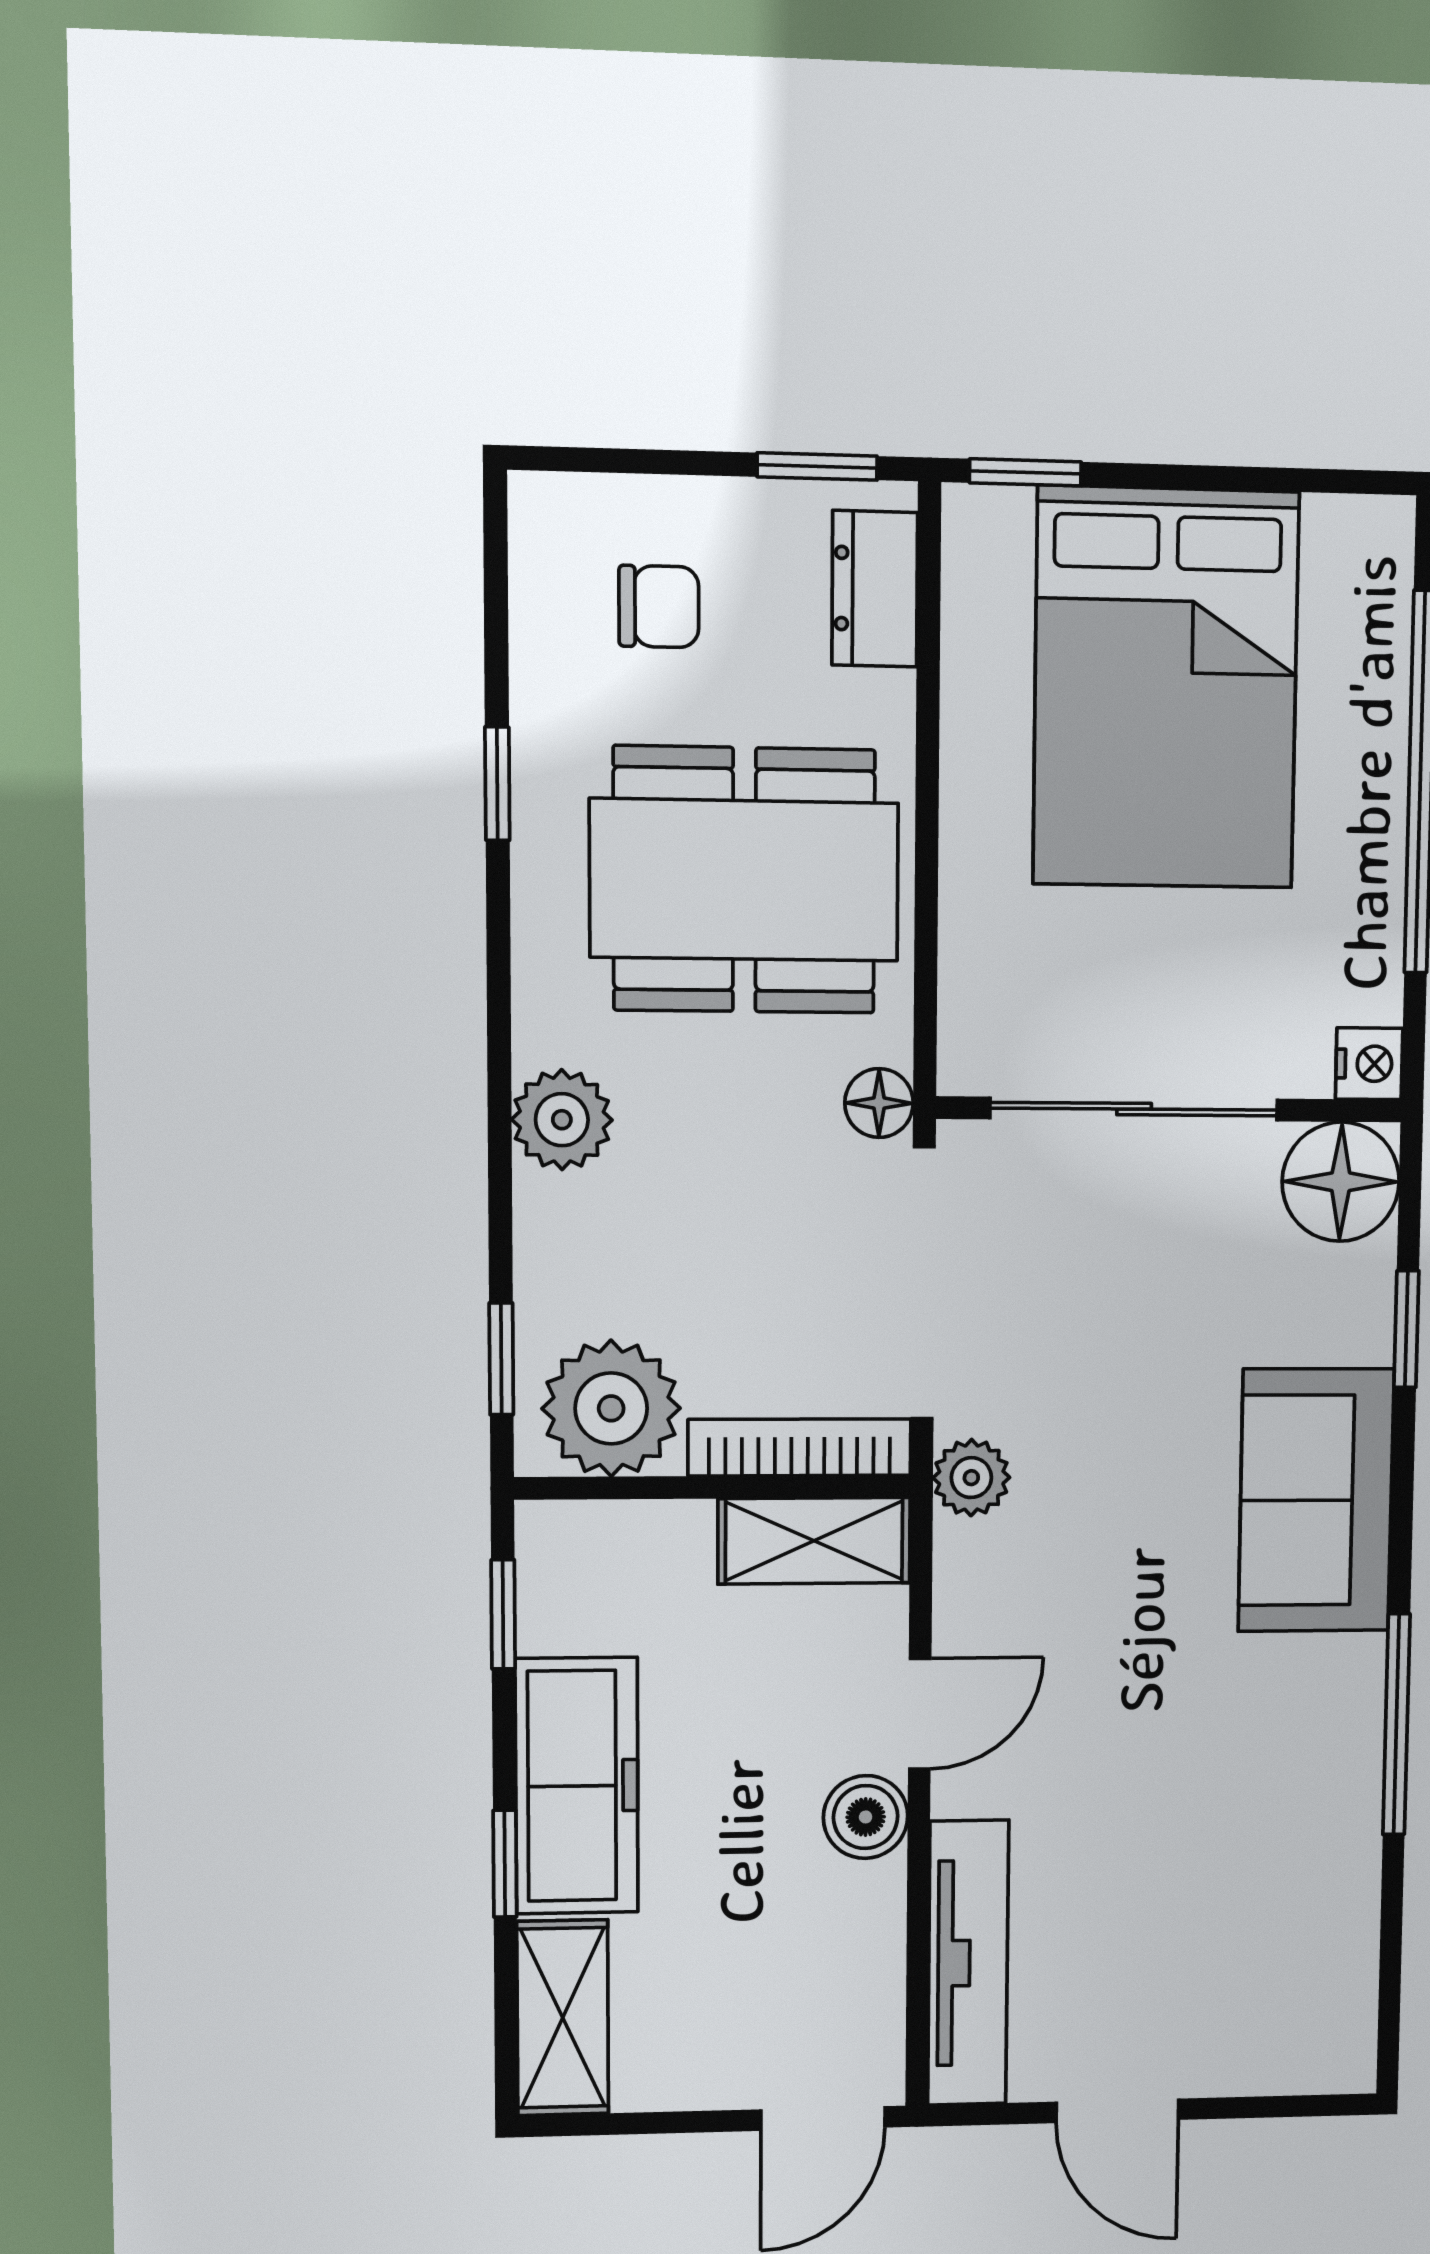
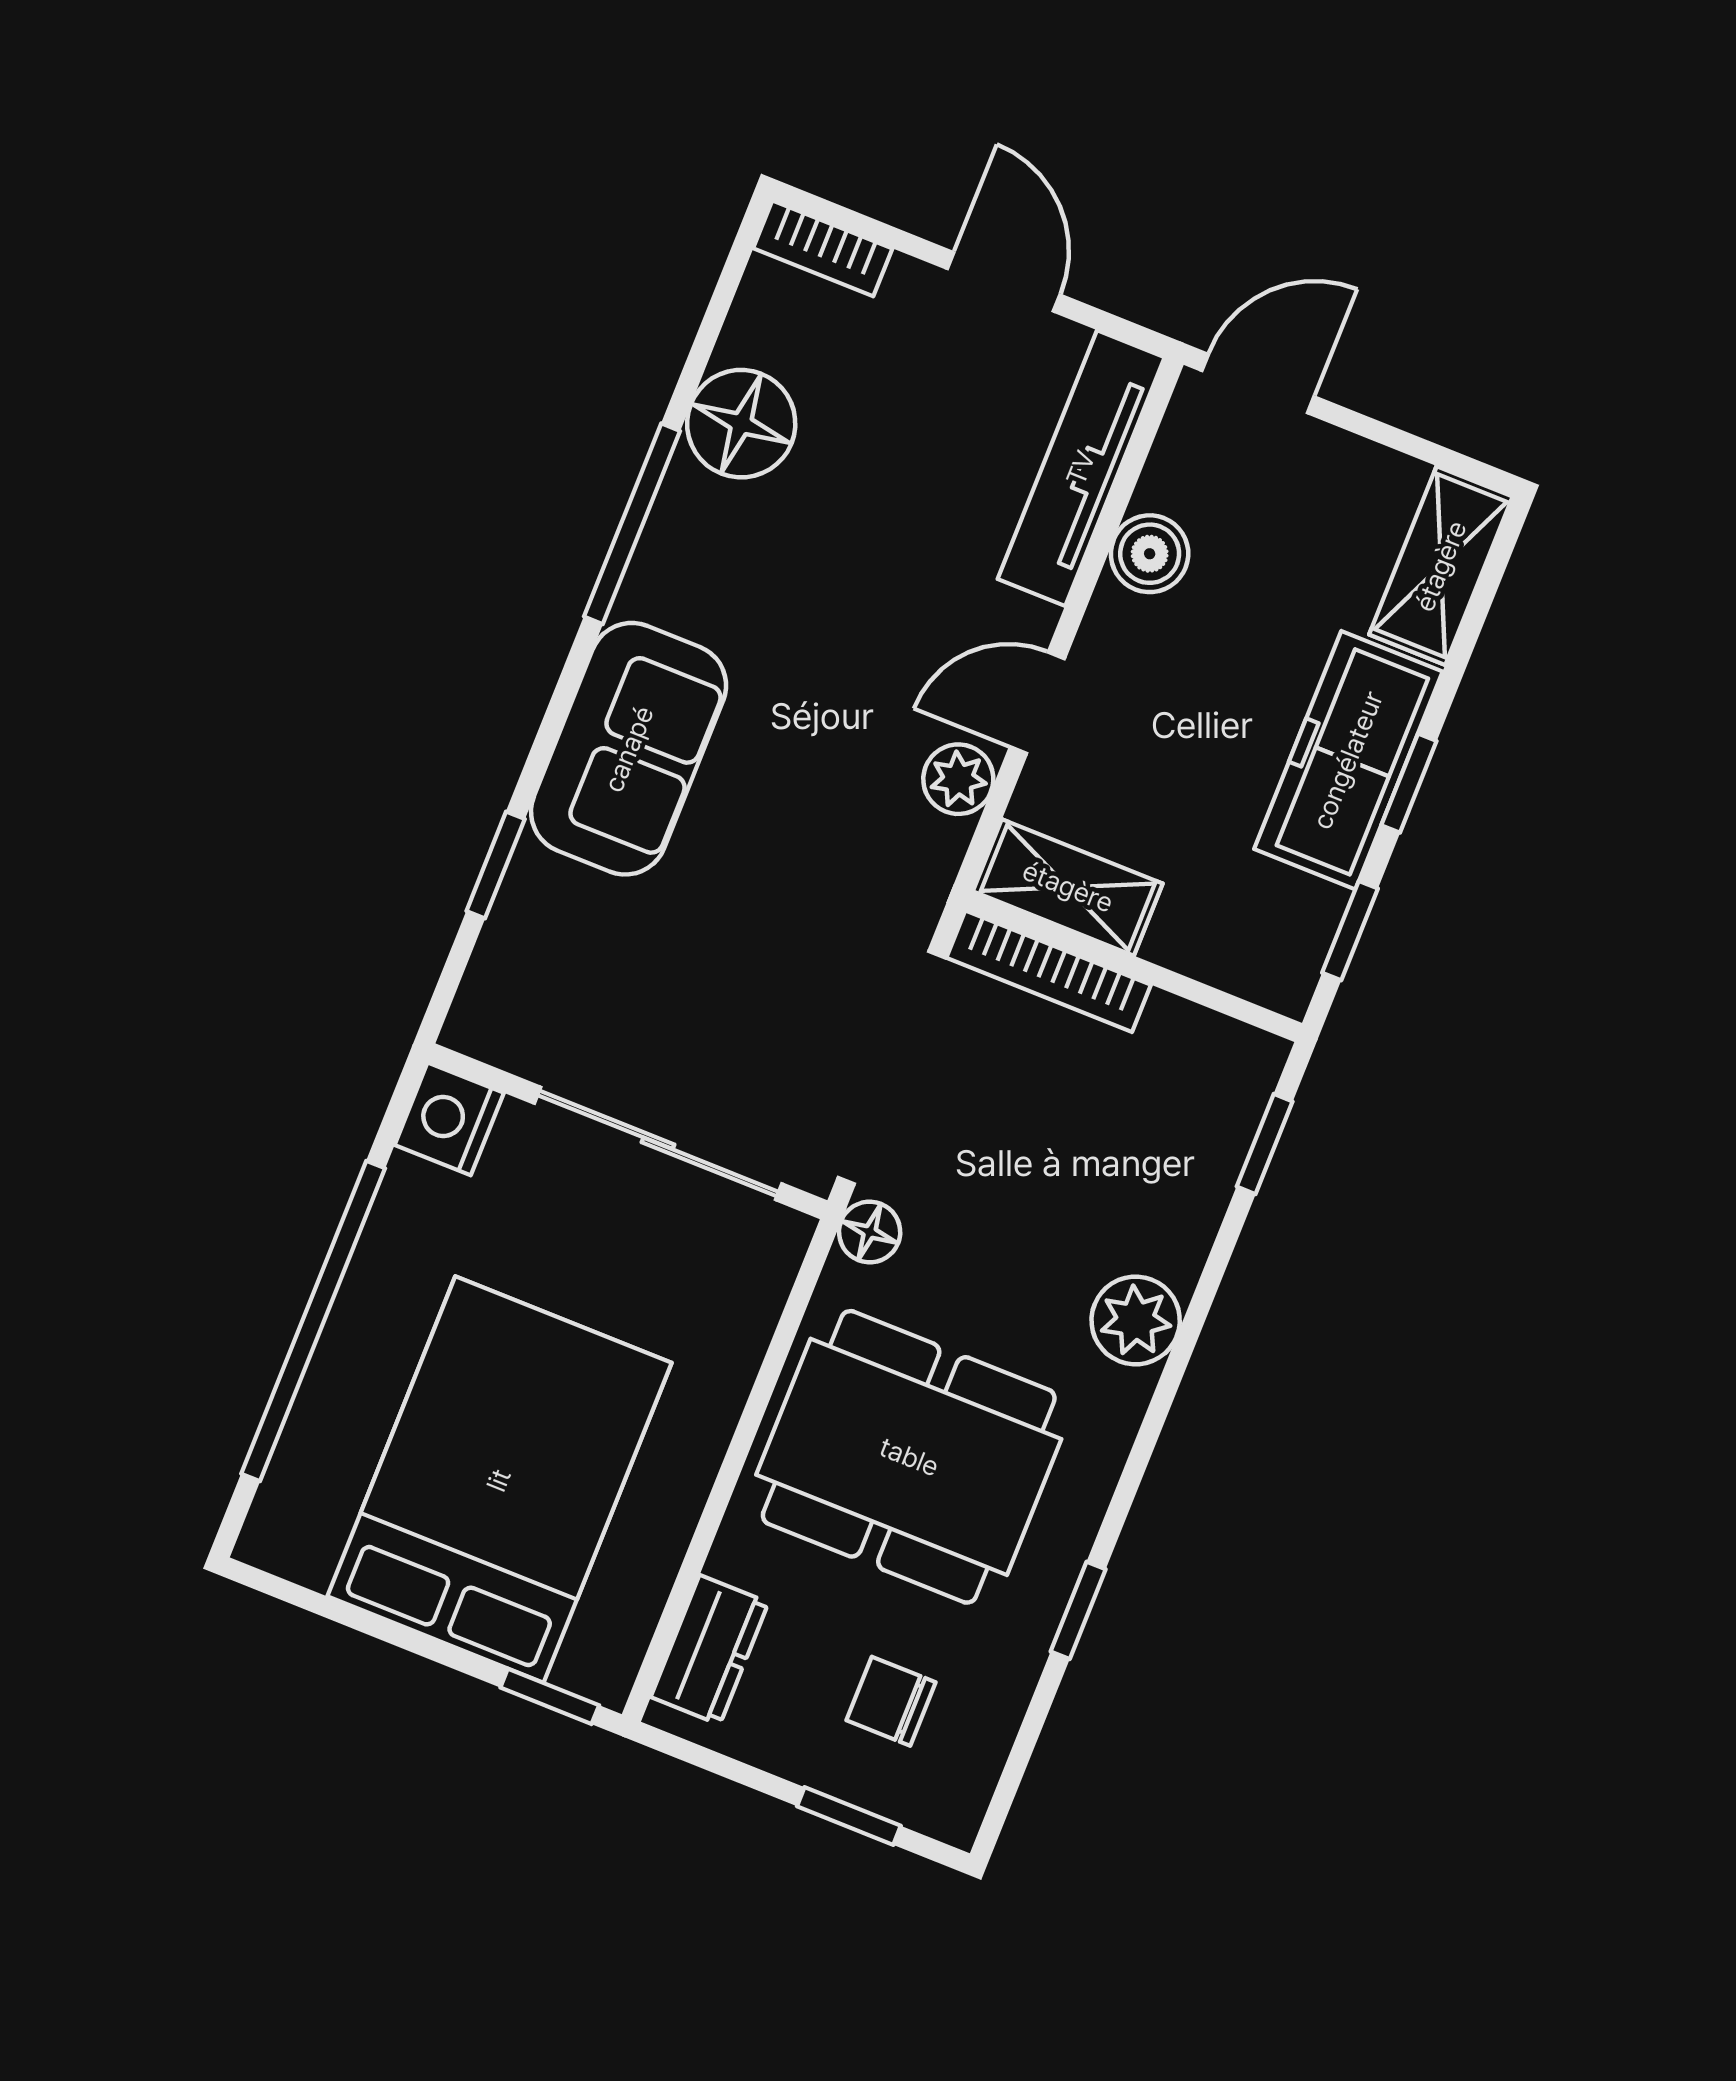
window: (817, 466) -> (849, 1816), moved
nightstand: (1369, 1064) -> (449, 1119), width x1.39, depth x1.35
floor lamp: (1341, 1182) -> (741, 424), moved
plant: (611, 1408) -> (1191, 1067), removed
plant: (971, 1478) -> (958, 779), moved
boiler: (866, 1817) -> (1150, 554), moved
window: (505, 1864) -> (1409, 783), moved
bookcase: (1309, 2068) -> (823, 248), added

